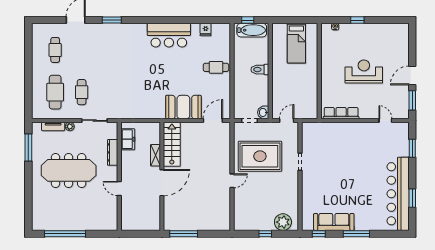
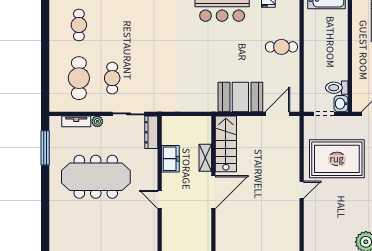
toilet: (260, 70) -> (337, 88), moved
freezer: (128, 139) -> (170, 159), moved
dresser: (113, 152) -> (151, 132), moved

